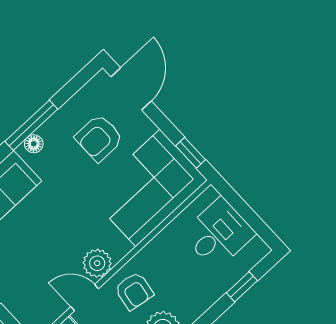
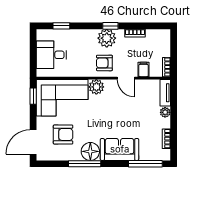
floor lamp: (34, 144) -> (90, 151), width x1.89, depth x1.89
plant: (97, 263) -> (96, 87), moved
armchair: (134, 291) -> (104, 63), turned -99

